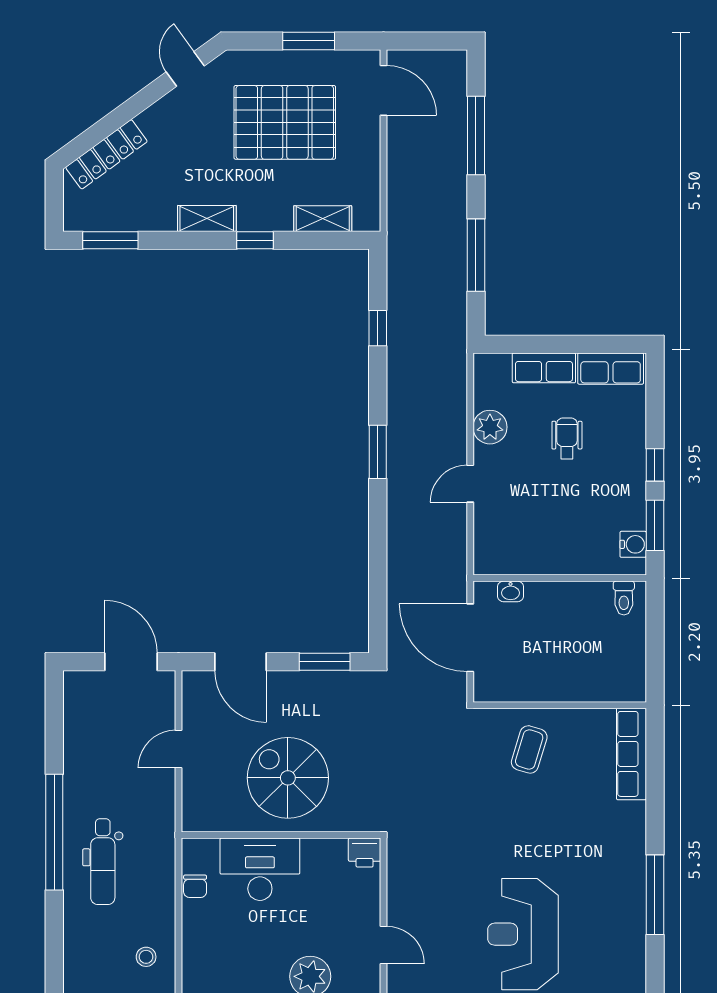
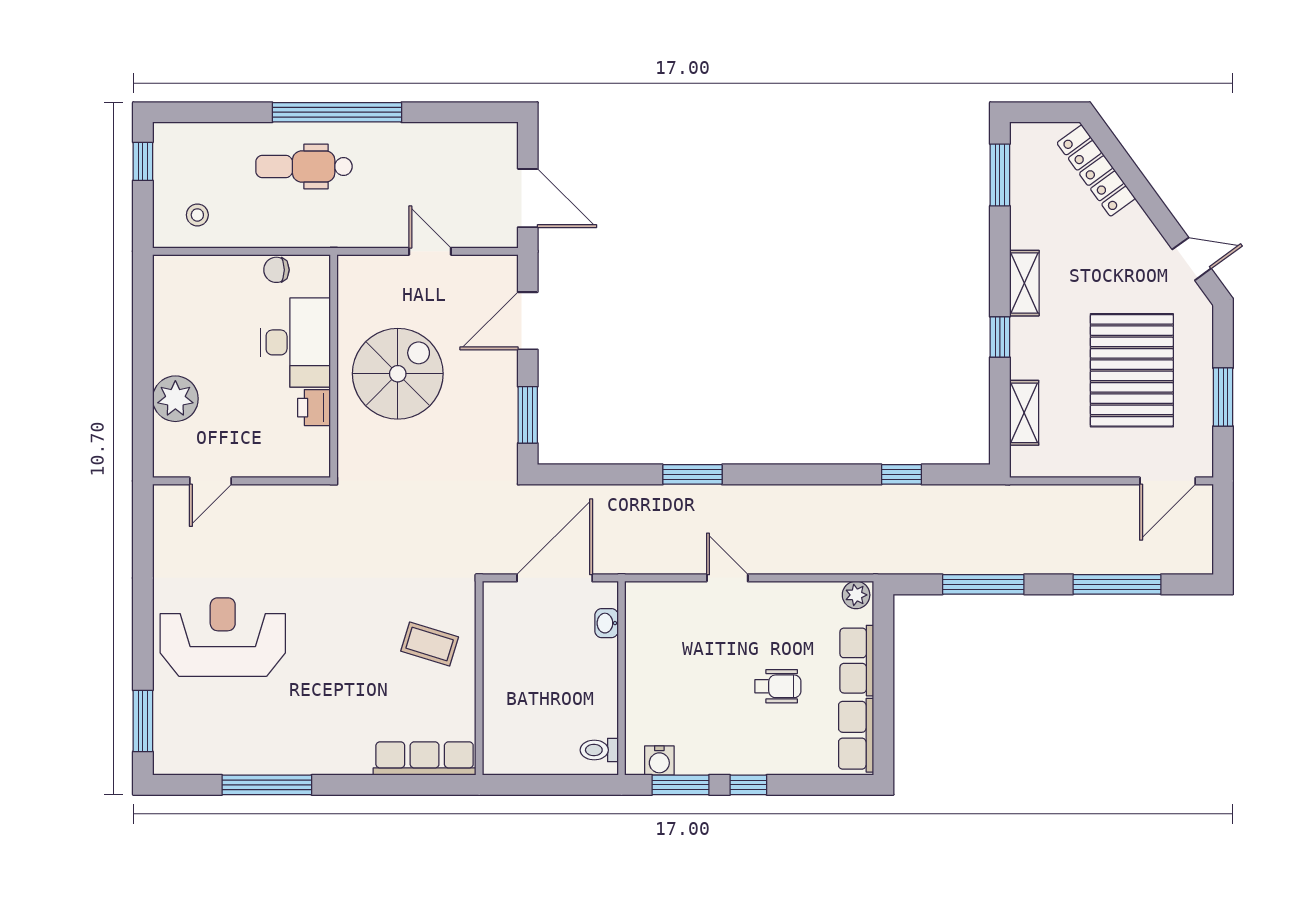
plant: (490, 427) -> (856, 595), moved, width x0.73, depth x0.73
window: (378, 452) -> (692, 474), moved
door: (131, 662) -> (528, 198), hinge flipped
printer: (365, 853) -> (314, 408), moved

